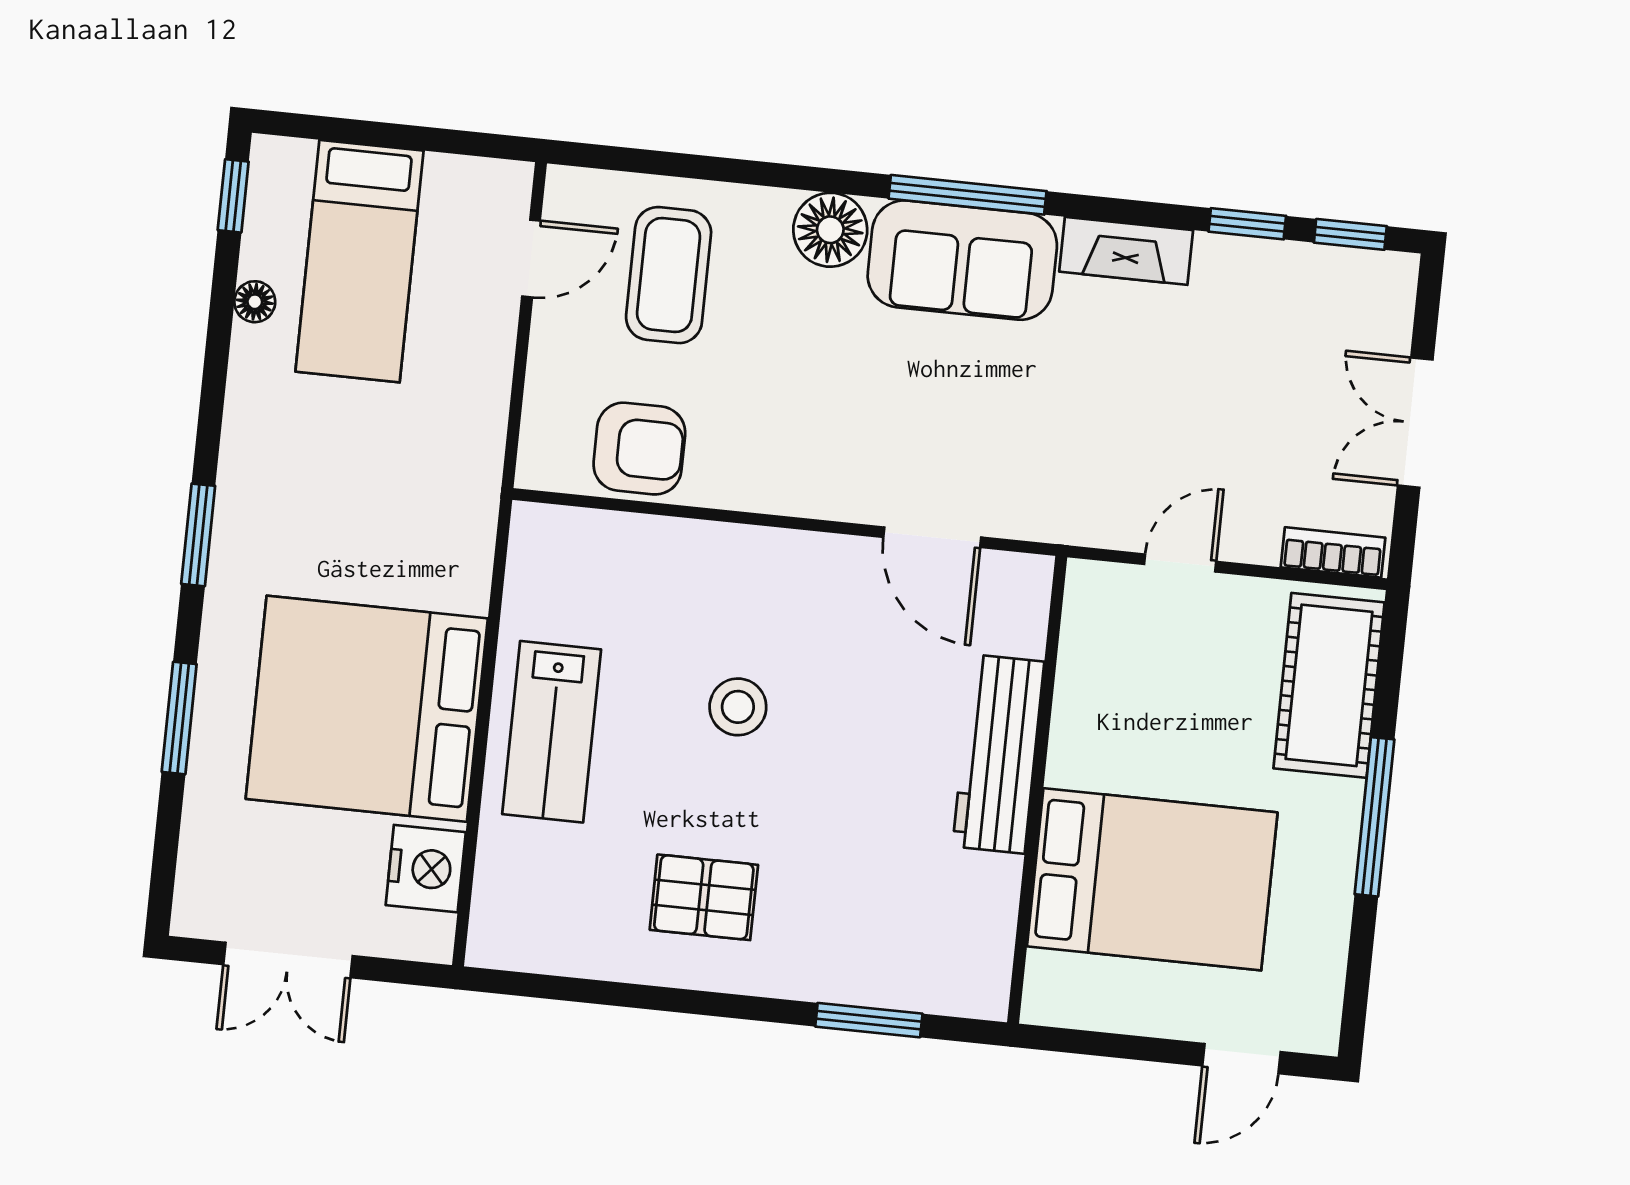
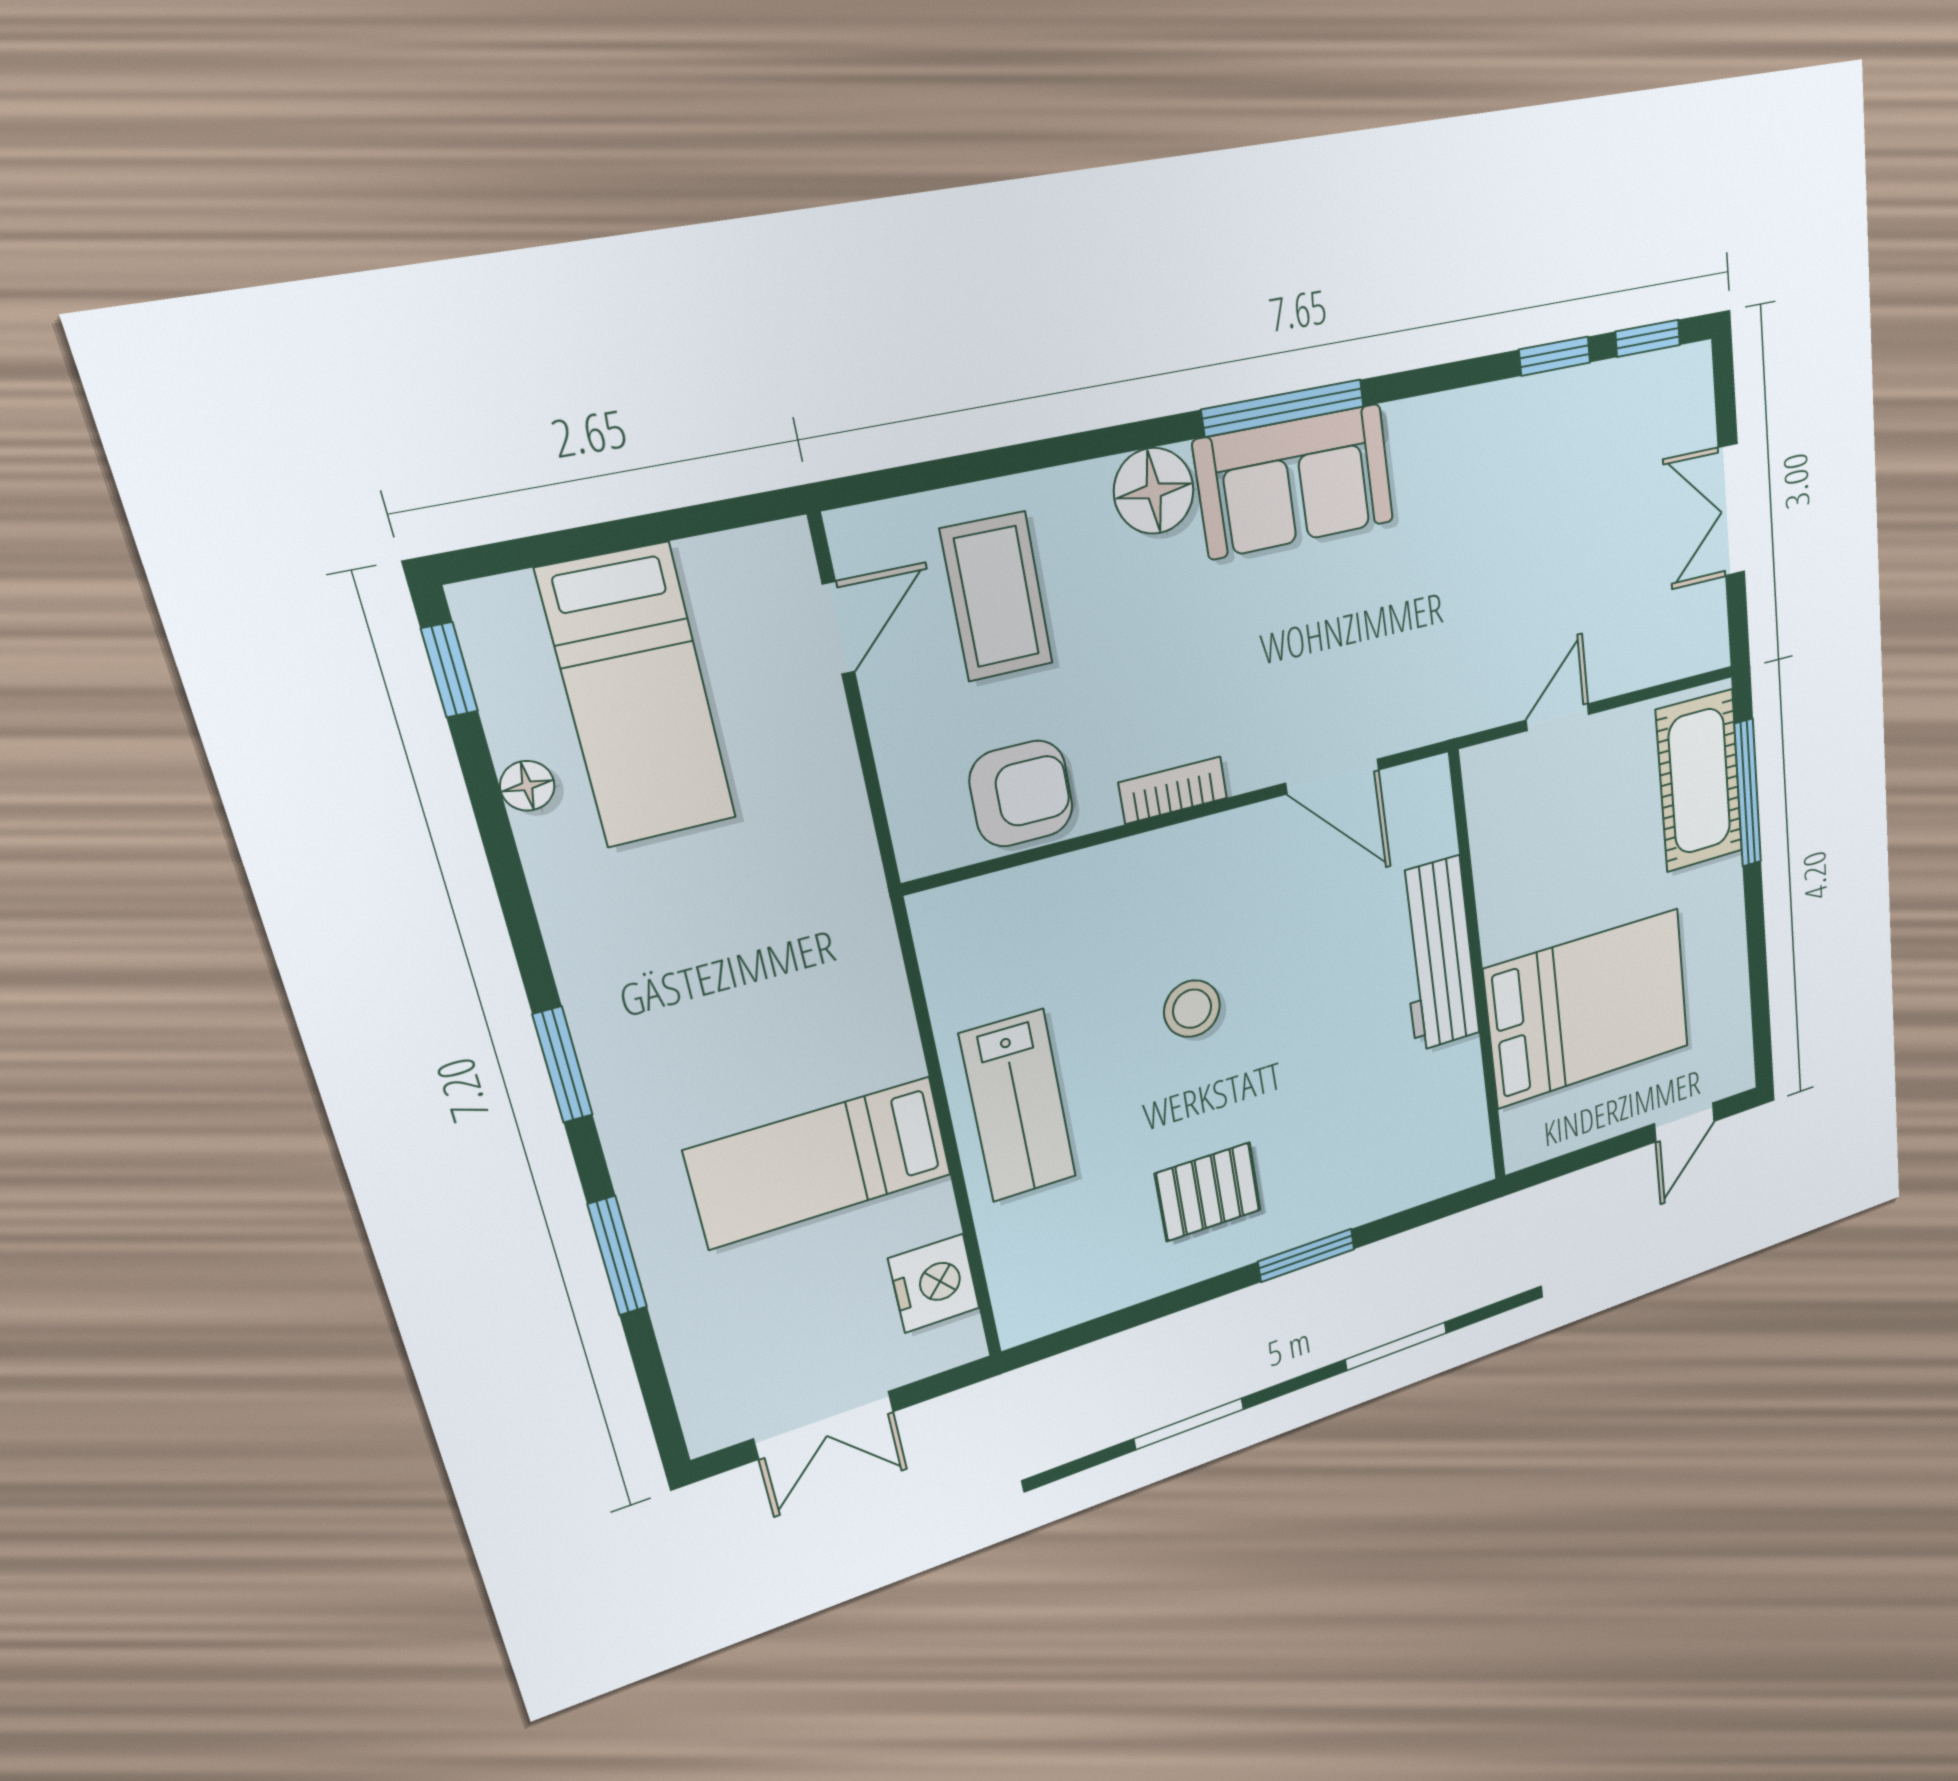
fireplace: (1126, 251) -> (1449, 421), removed
bookcase: (1333, 552) -> (1173, 790), moved
bed: (367, 709) -> (820, 1163), width x0.49
window: (1375, 817) -> (1748, 793), moved
window: (869, 1020) -> (1306, 1255), moved

